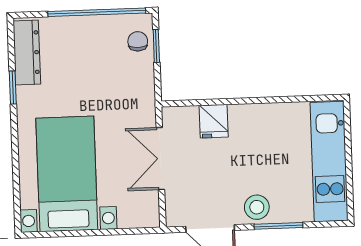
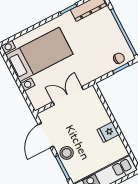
fridge: (214, 121) -> (108, 132), moved

